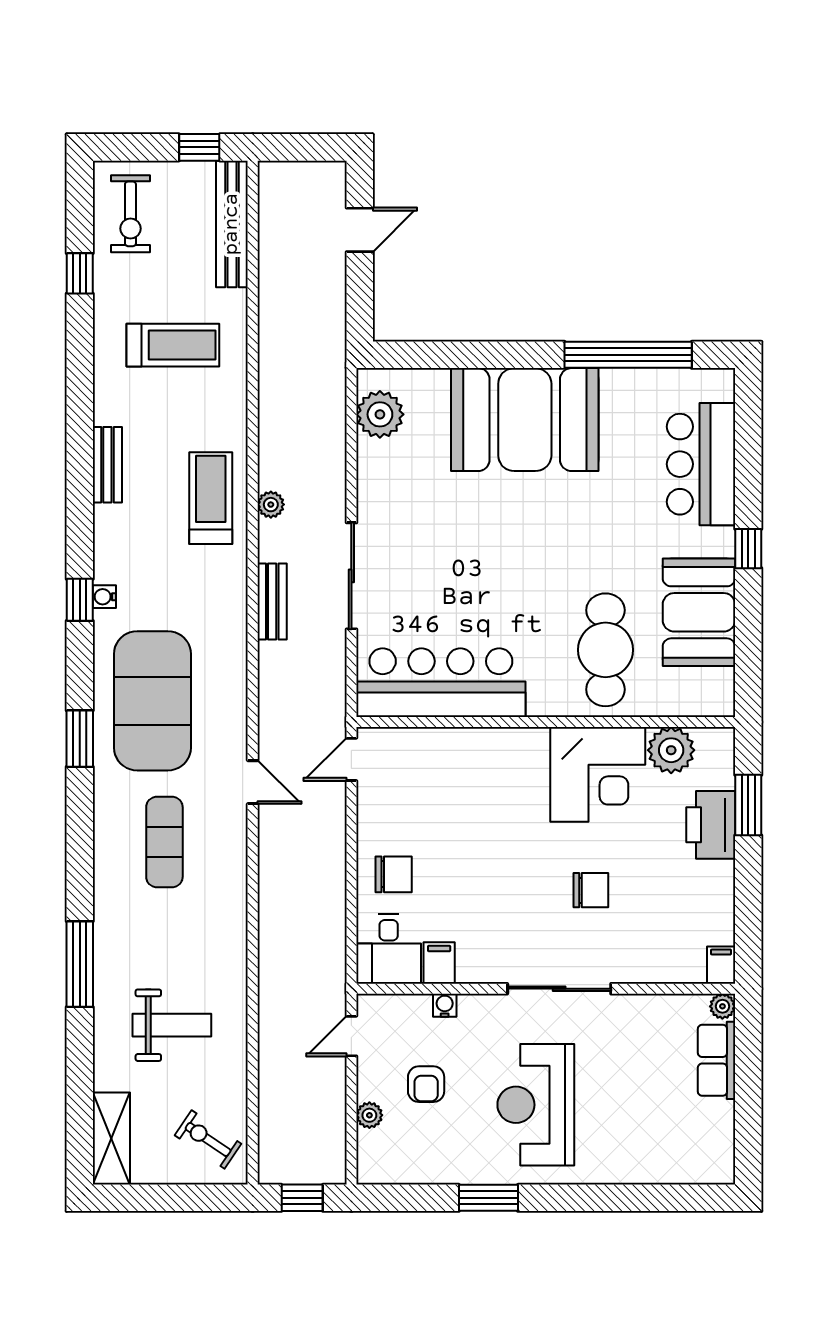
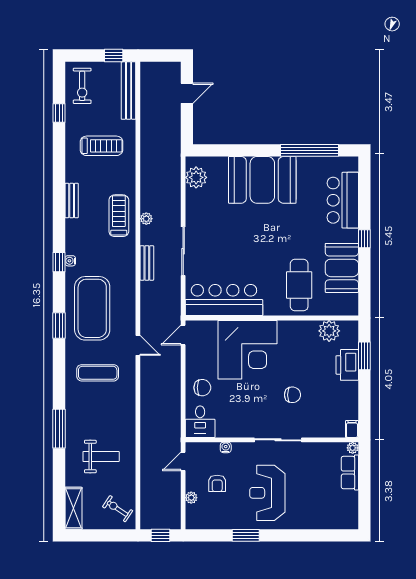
corner desk: (598, 774) -> (248, 350), moved, width x1.36, depth x1.36
exercise mat: (164, 842) -> (98, 373), turned 90
filing cabinet: (439, 963) -> (223, 428), removed

